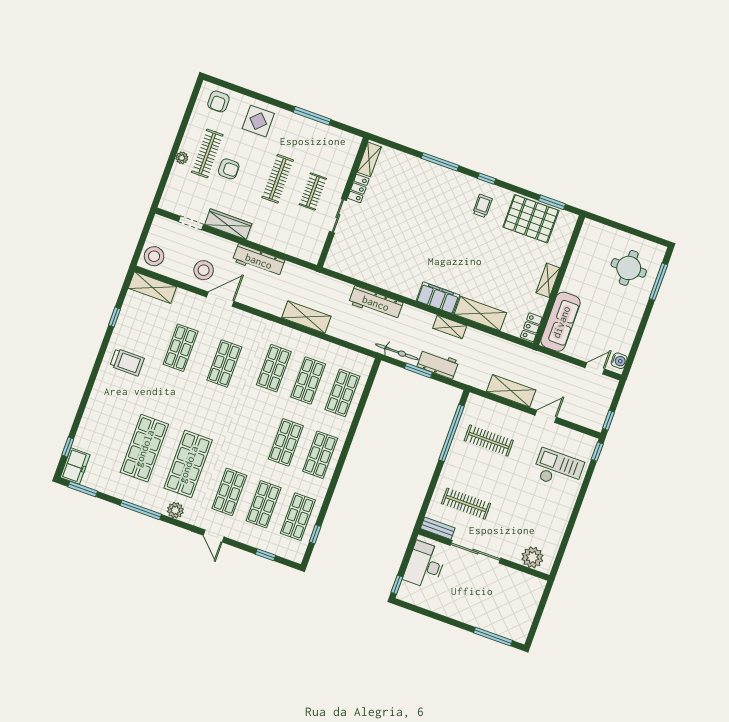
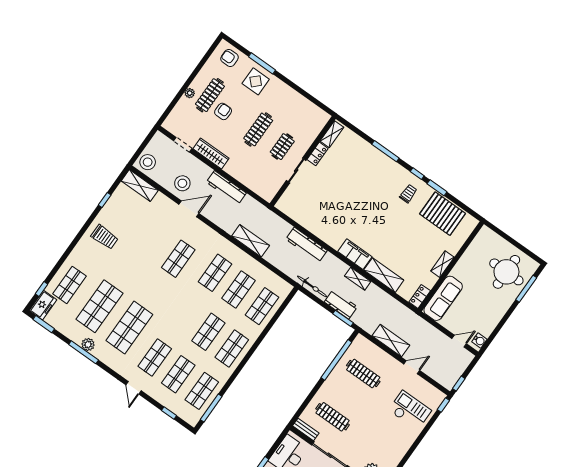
armchair: (218, 101) -> (230, 58), turned 90
window: (312, 116) -> (262, 63), moved
armchair: (229, 169) -> (223, 111), turned -90
window: (552, 202) -> (437, 188), moved
round table: (629, 268) -> (506, 272), width x1.36, depth x1.36
shop shelf: (181, 348) -> (69, 285), moved
window: (418, 370) -> (343, 318), moved
plant: (175, 510) -> (88, 345), moved
window: (315, 534) -> (211, 408), width x2.17

